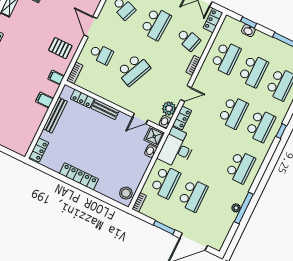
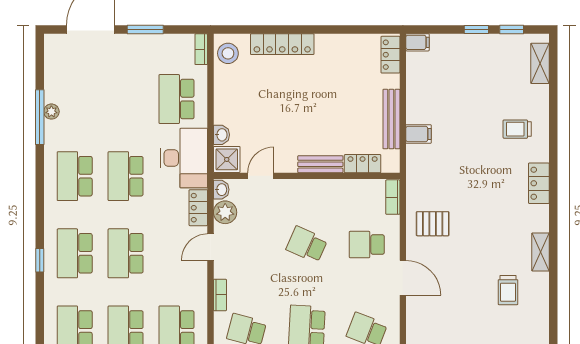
school desk: (133, 70) -> (307, 245), width x0.54
filing cabinet: (56, 77) -> (417, 42), moved
locker: (79, 176) -> (282, 44), moved
school desk: (193, 195) -> (126, 176), moved

